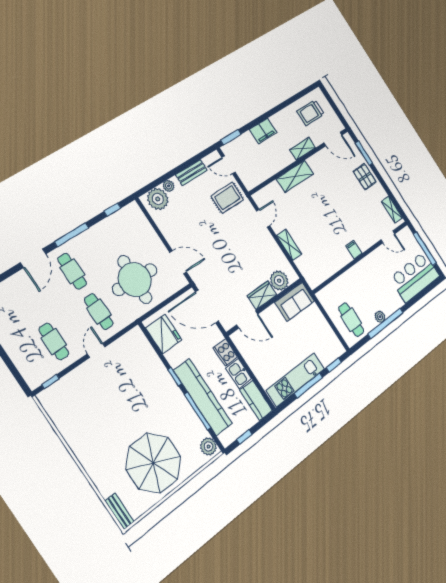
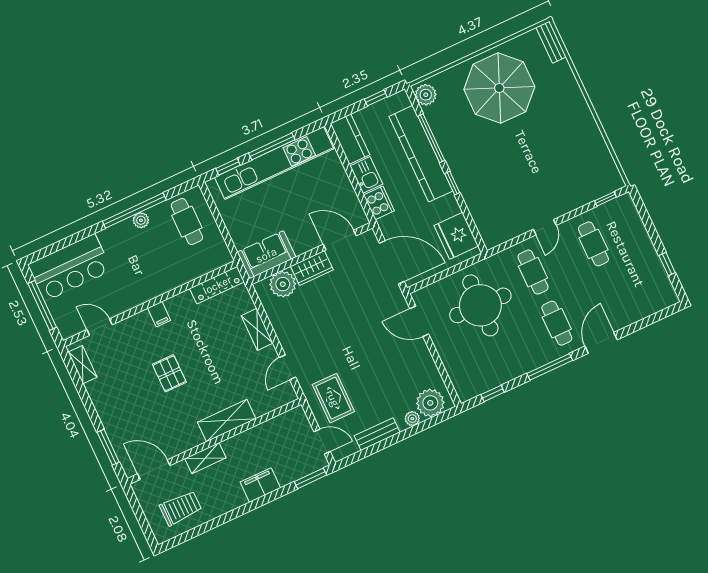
pallet: (365, 177) -> (169, 373), moved
rug: (227, 198) -> (333, 398), turned 90
locker: (322, 275) -> (217, 285), added
kitchen unit: (295, 380) -> (274, 163), width x1.36

